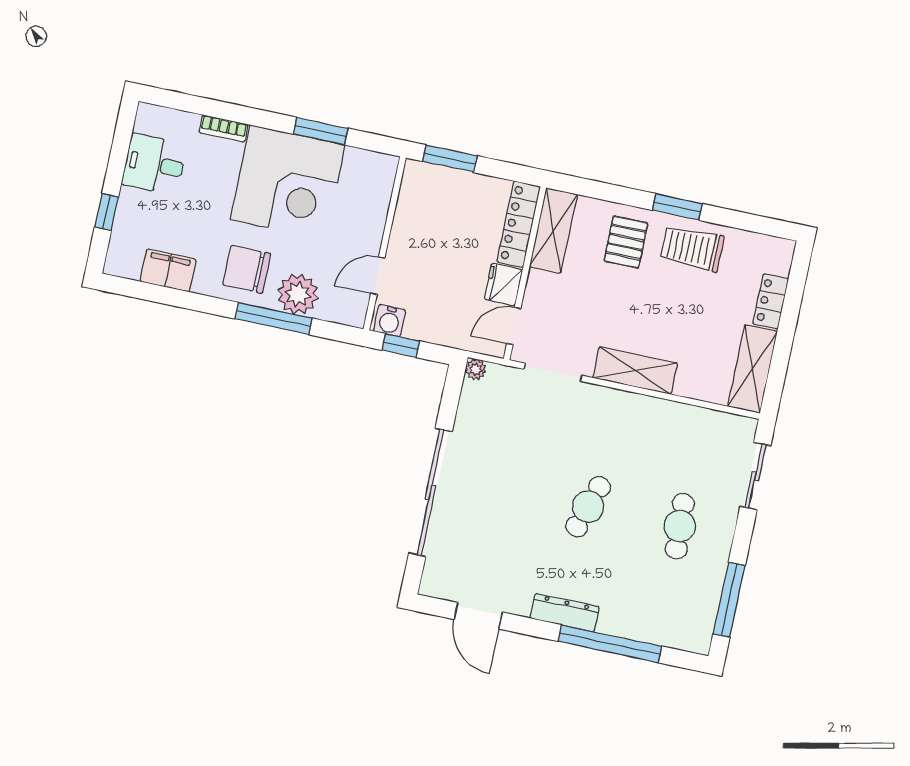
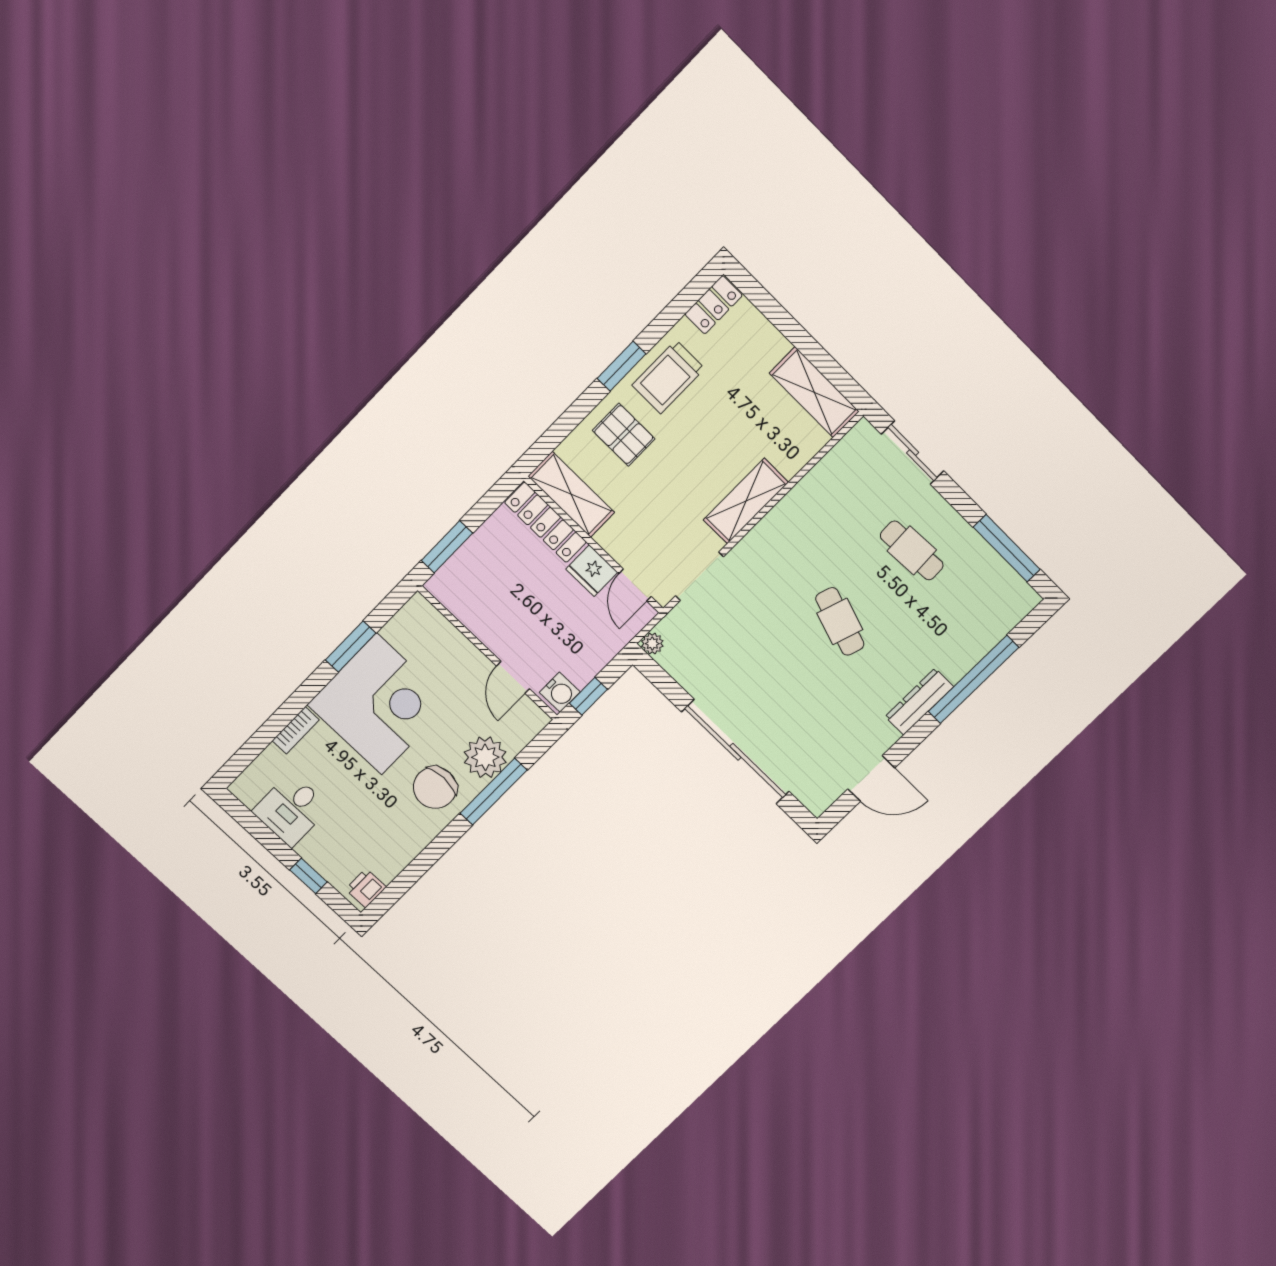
printer: (126, 265) -> (366, 888), added
filing cabinet: (168, 270) -> (393, 855), removed
locker: (771, 301) -> (714, 305), moved, turned -90

